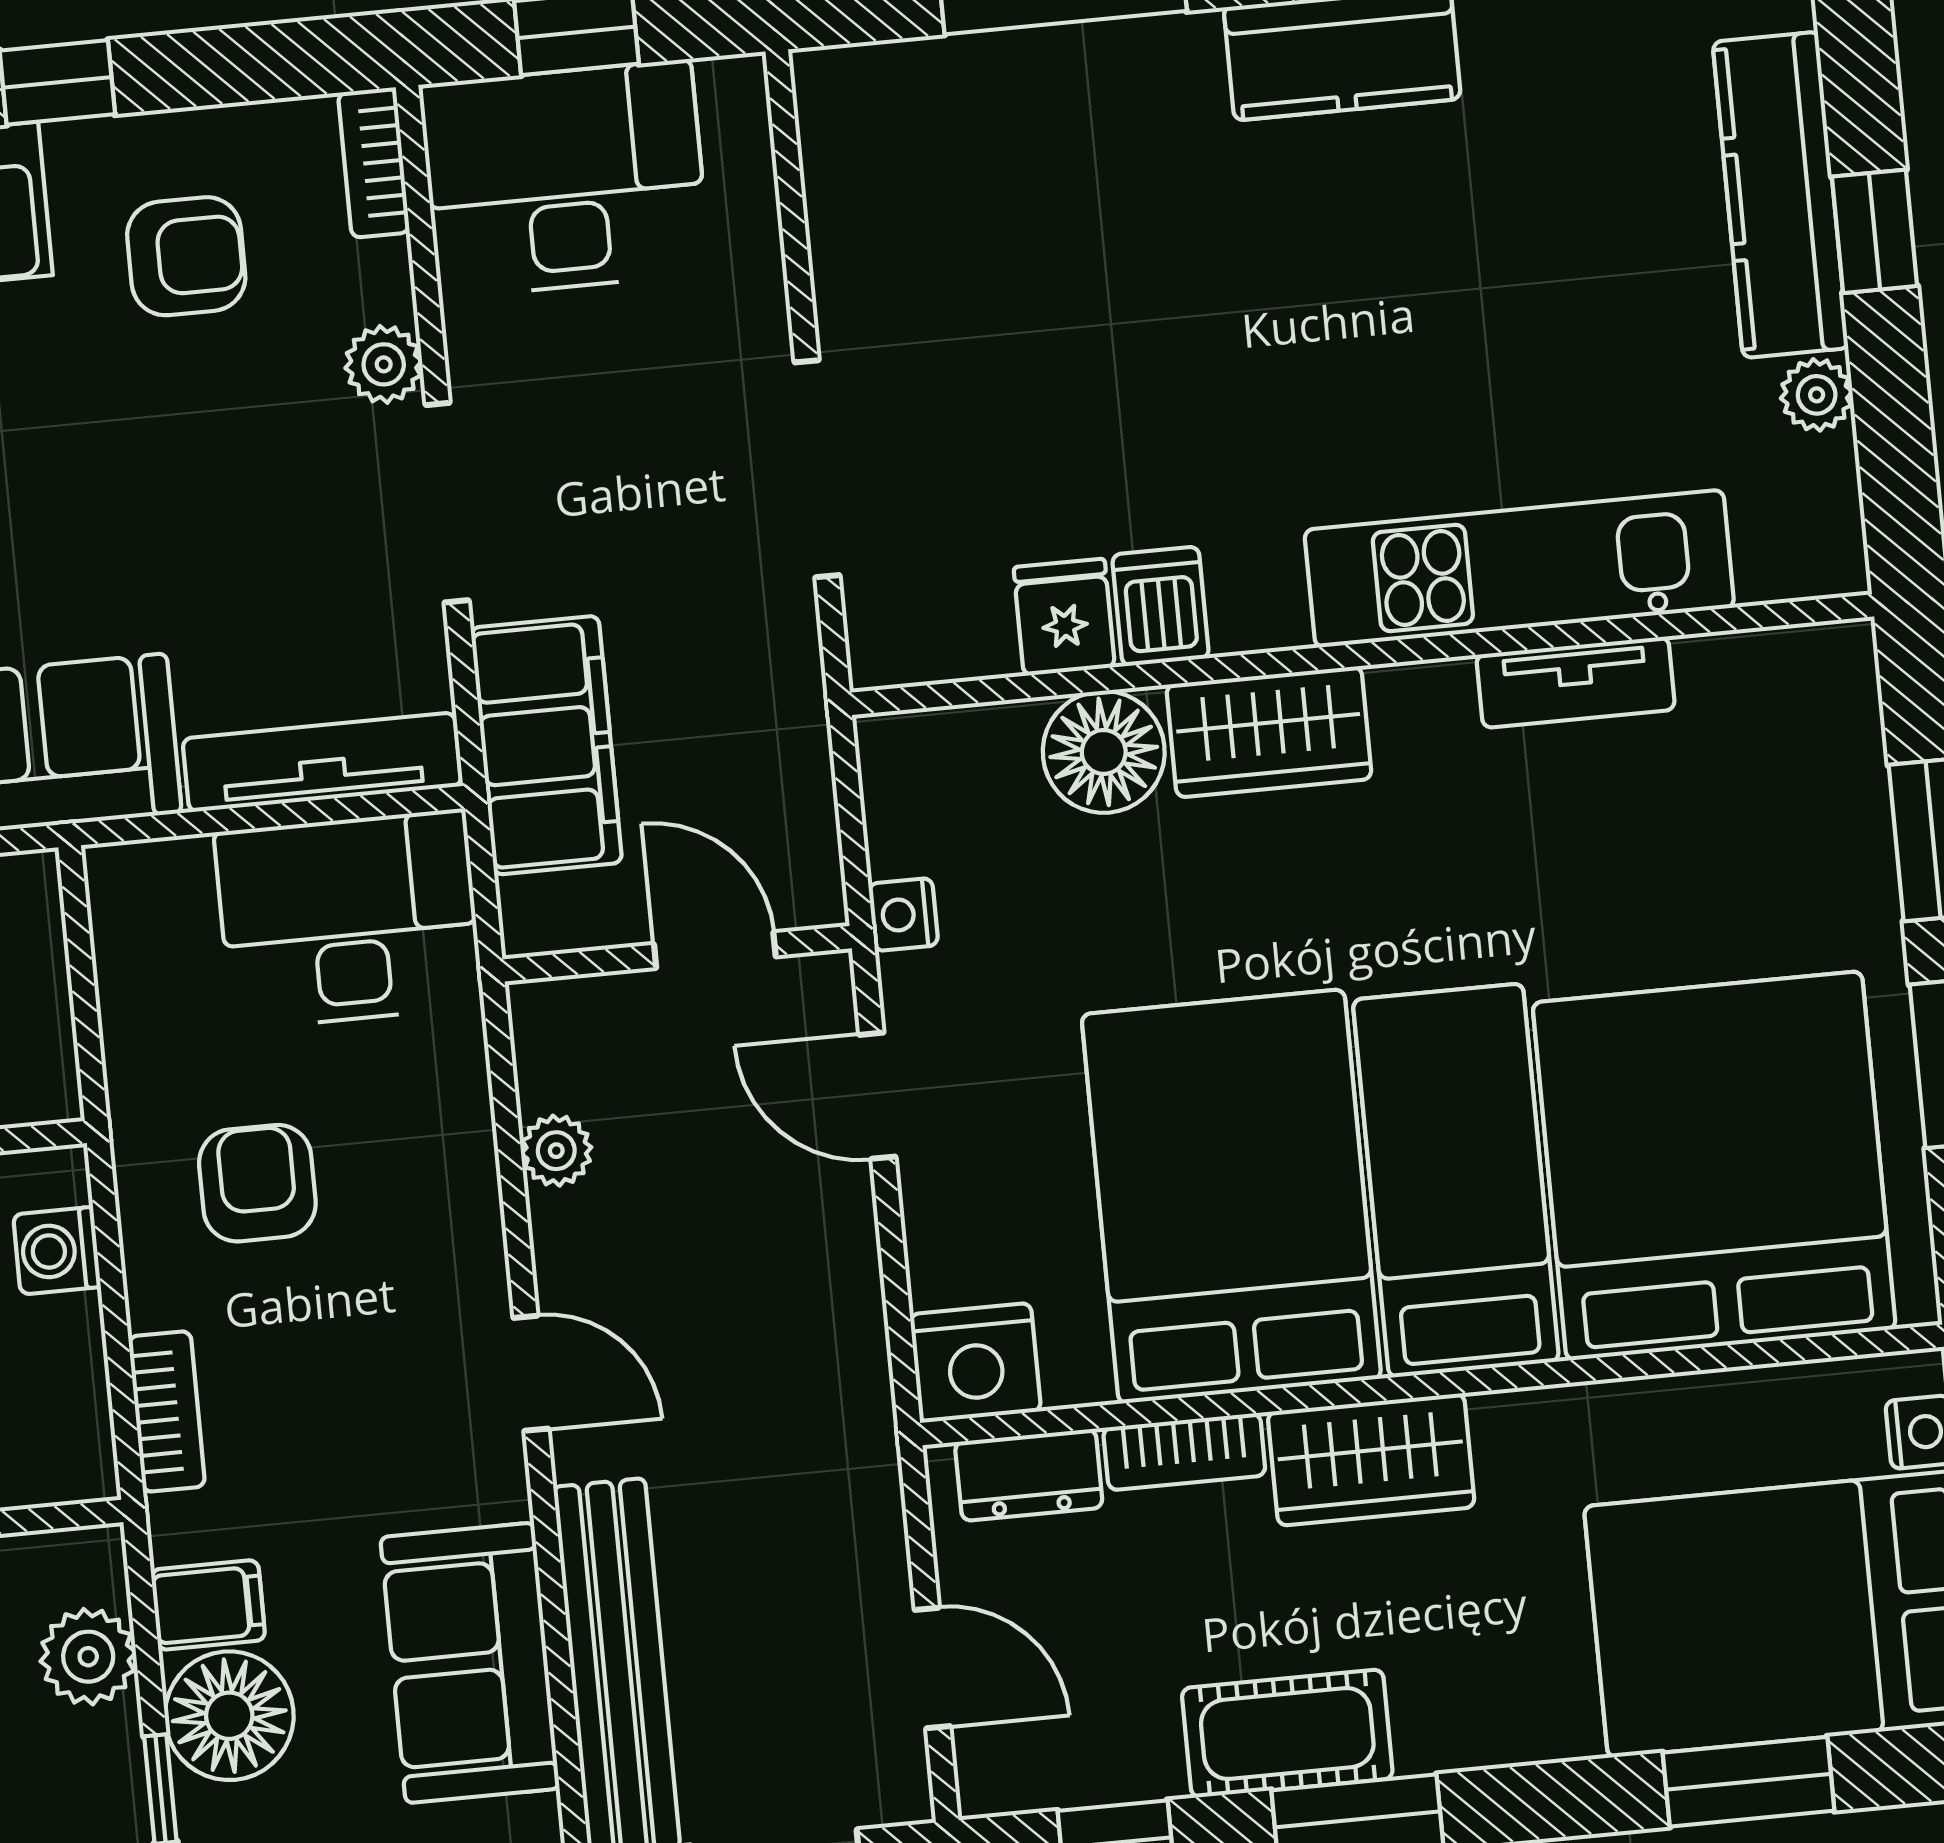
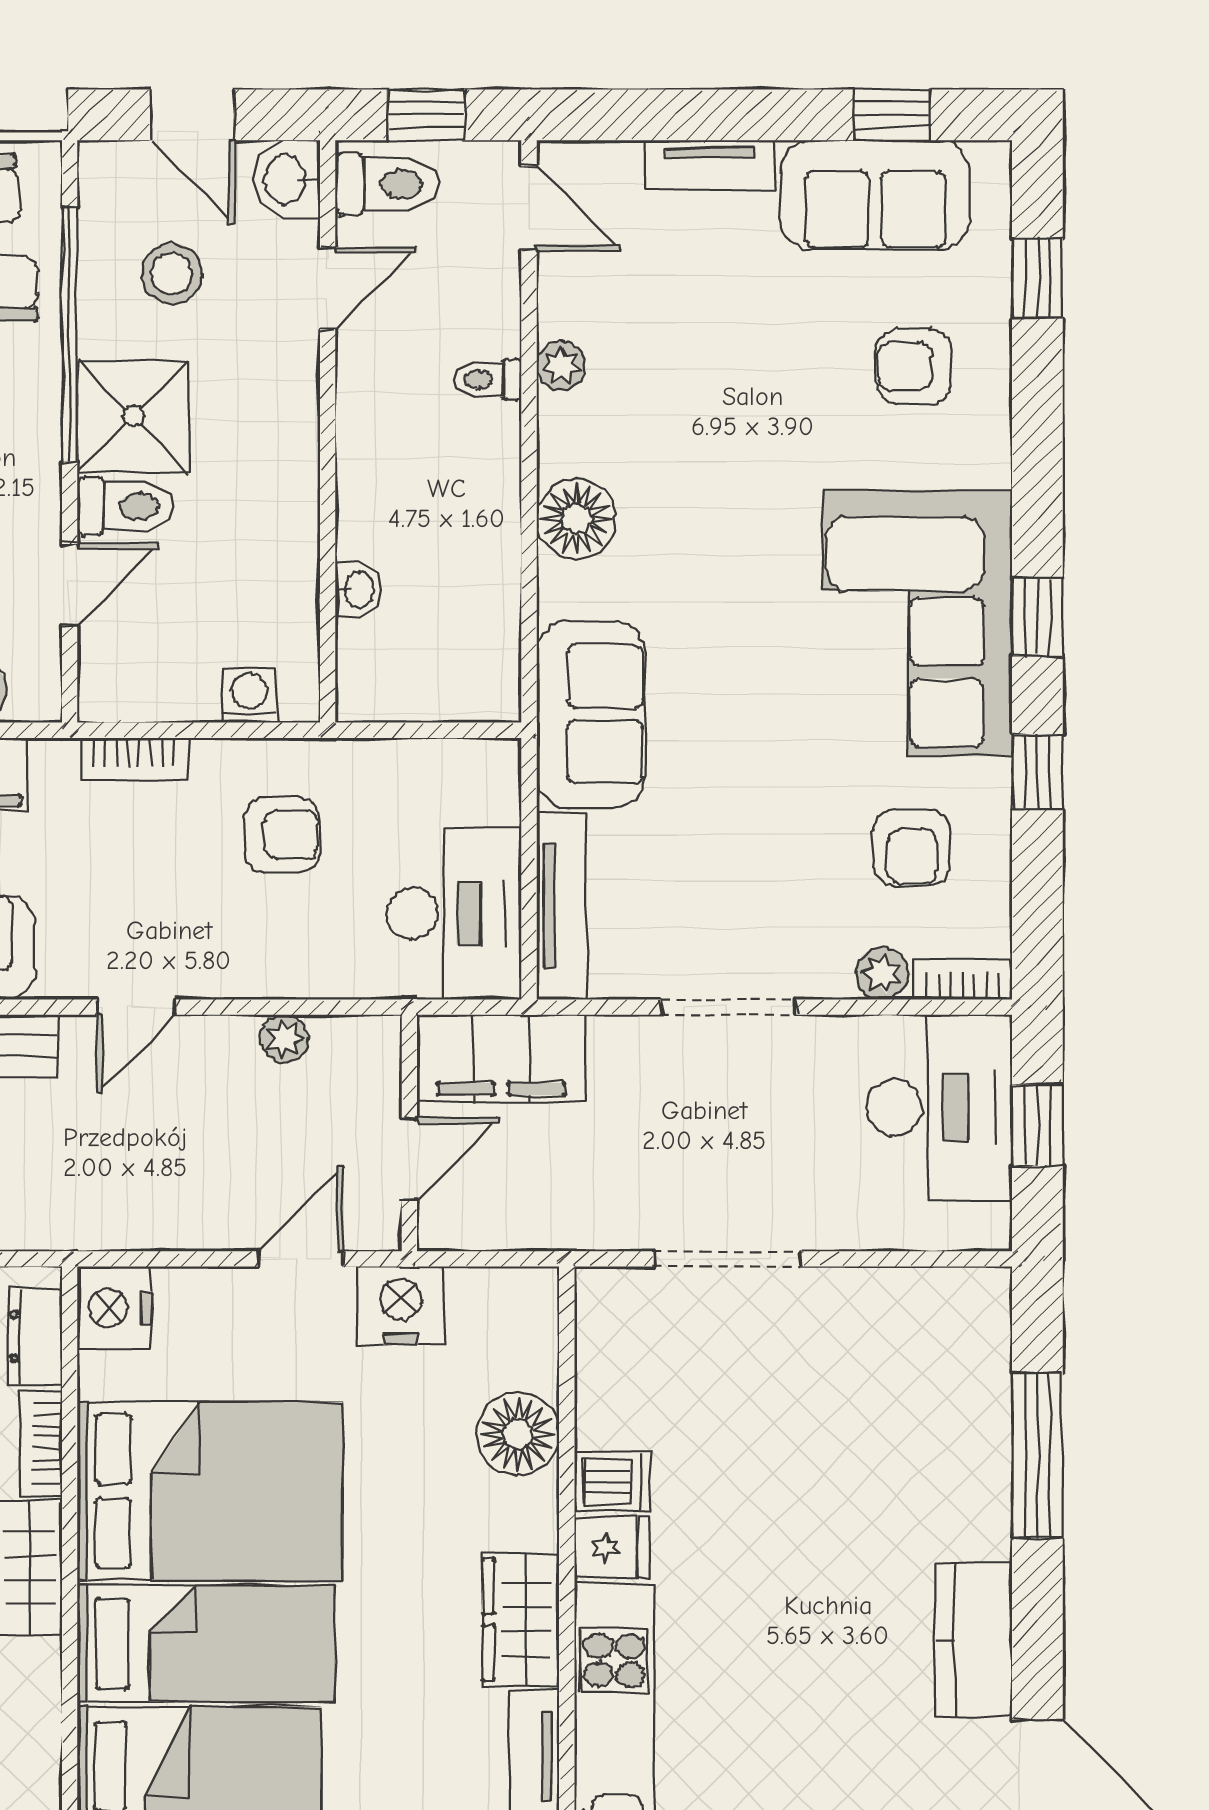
plant: (384, 364) -> (882, 973), moved
fridge: (1064, 617) -> (611, 1547), moved
wardrobe: (1269, 732) -> (521, 1620), moved
filing cabinet: (546, 745) -> (501, 1058), moved
nightstand: (903, 915) -> (401, 1305), width x1.89, depth x1.79

